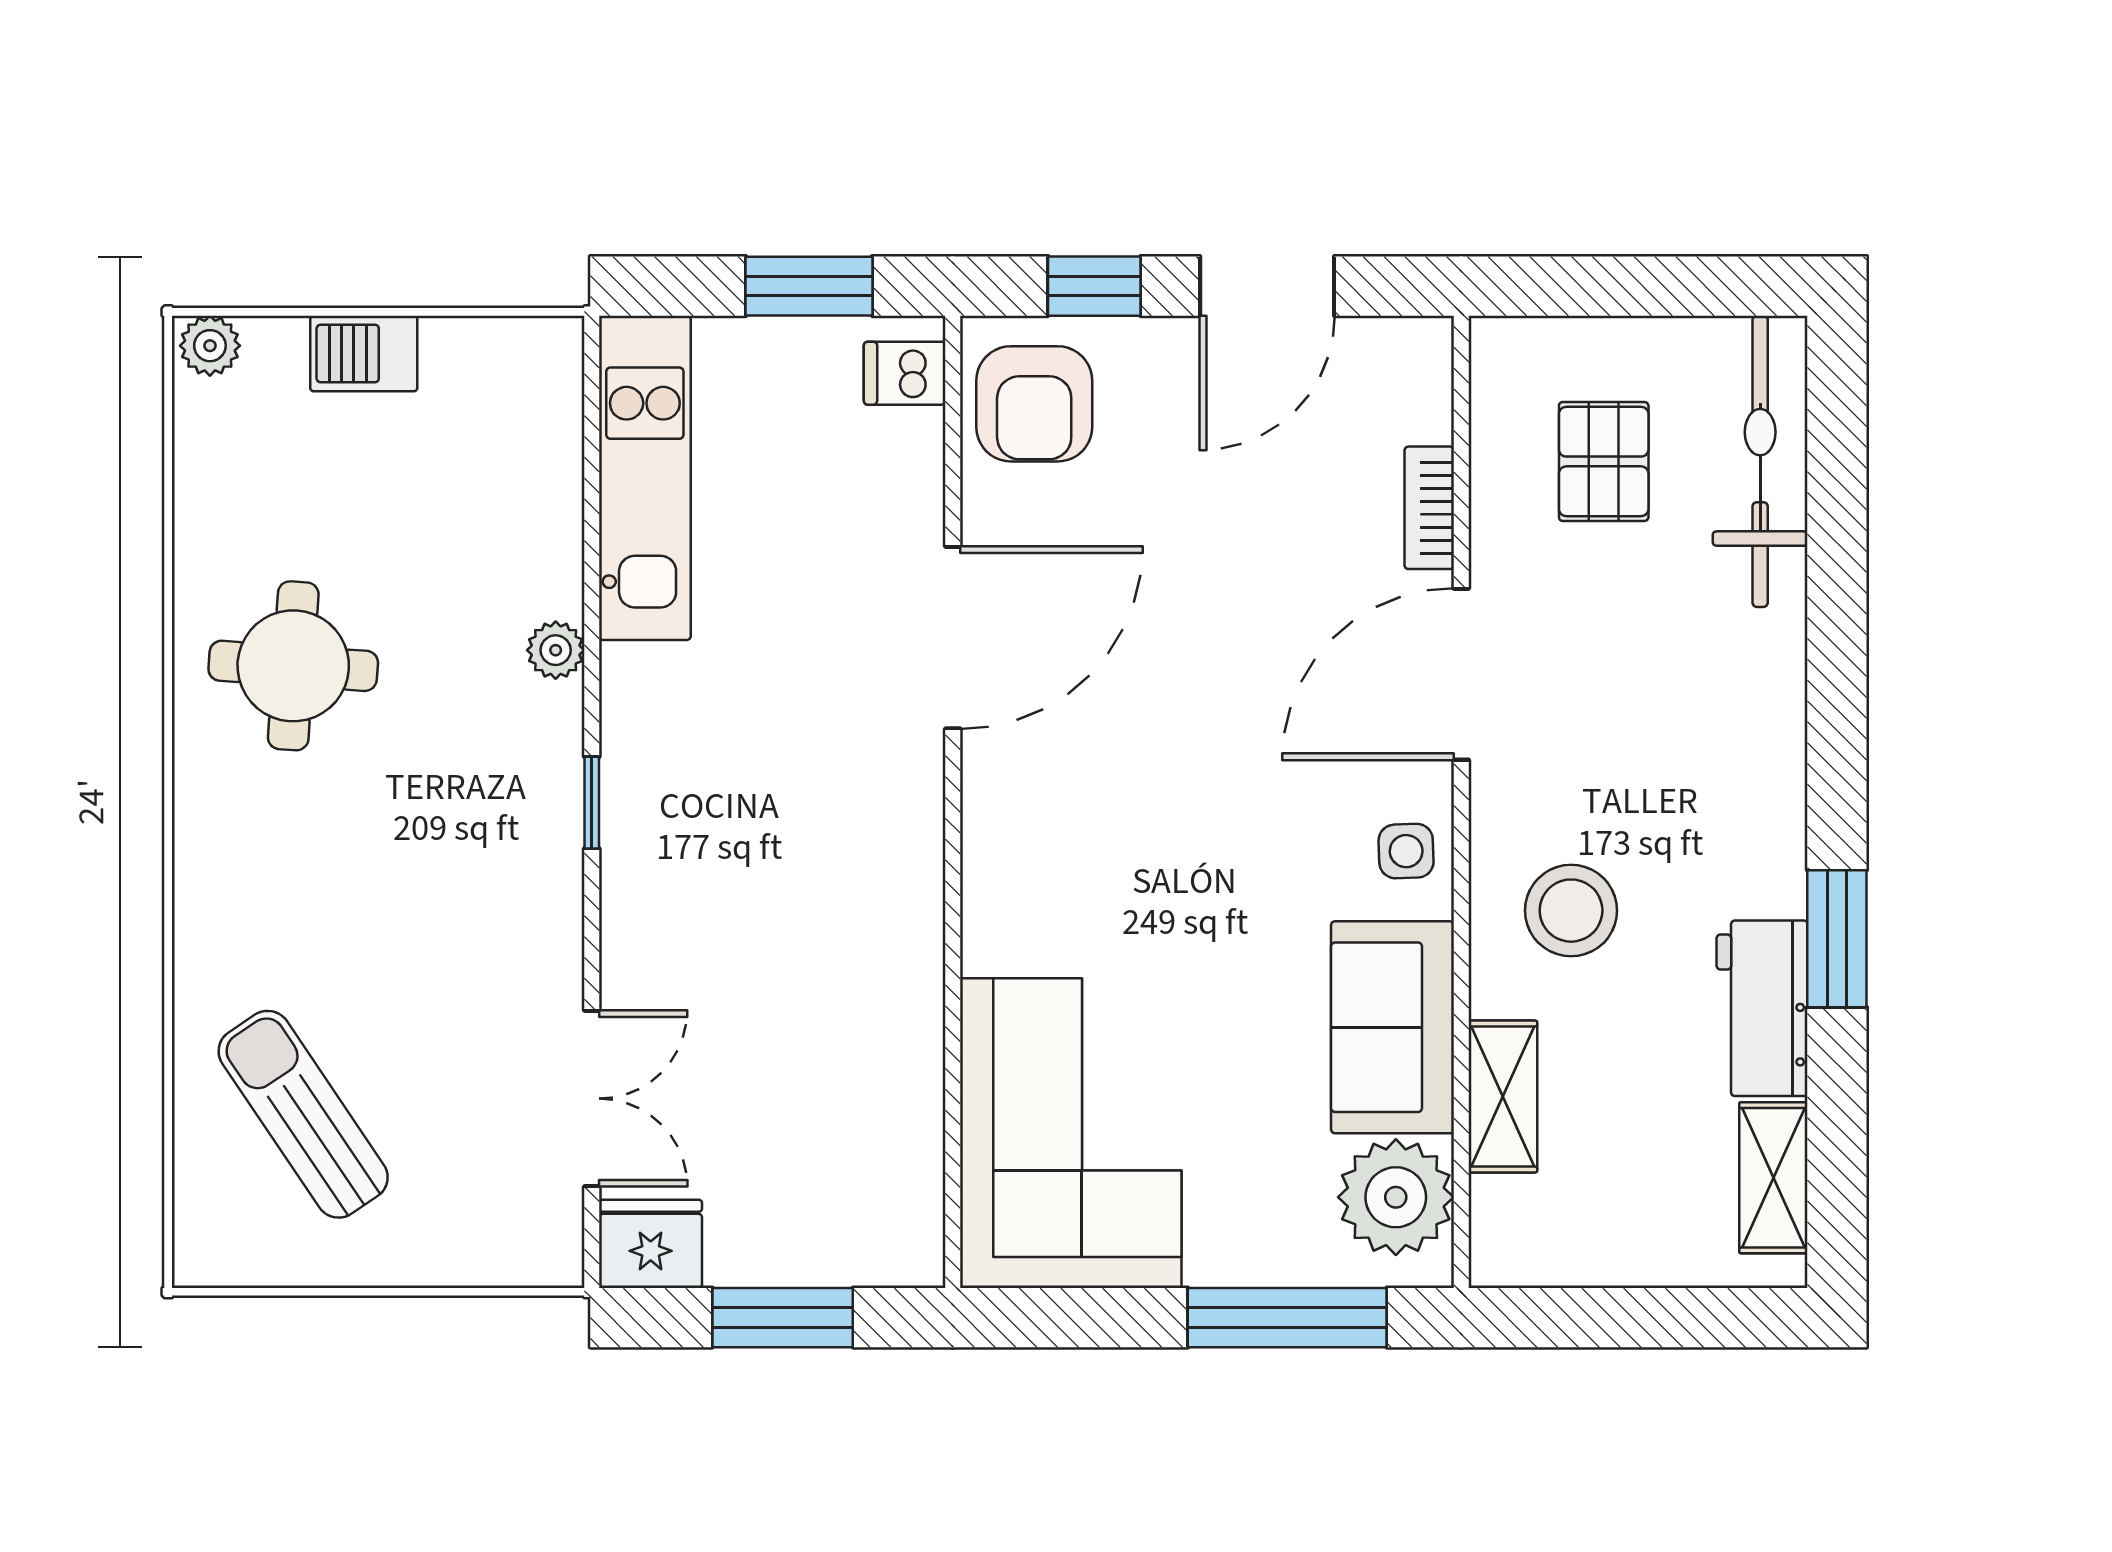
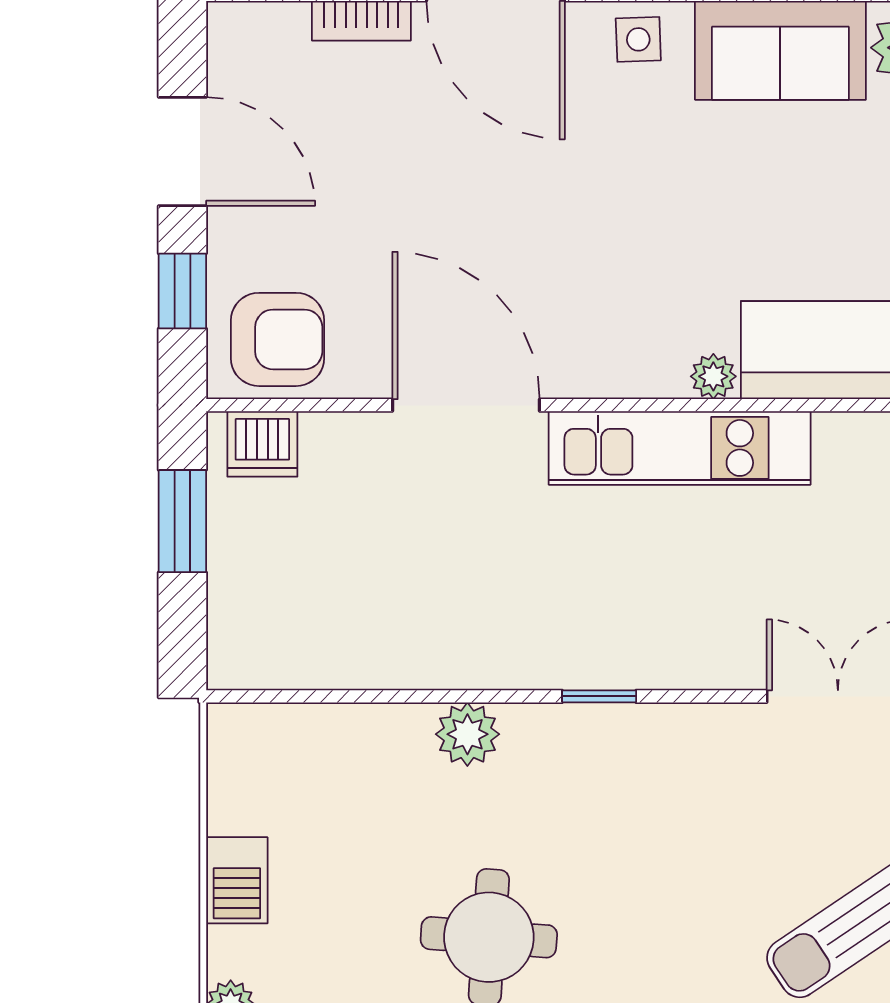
dishwasher: (905, 373) -> (262, 444), width x1.38
kitchen unit: (645, 478) -> (680, 448), moved, turned 180
plant: (556, 650) -> (467, 734), width x1.38, depth x1.38
plant: (988, 944) -> (713, 376), added

